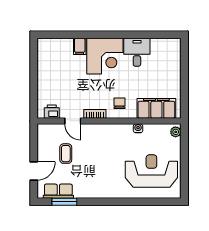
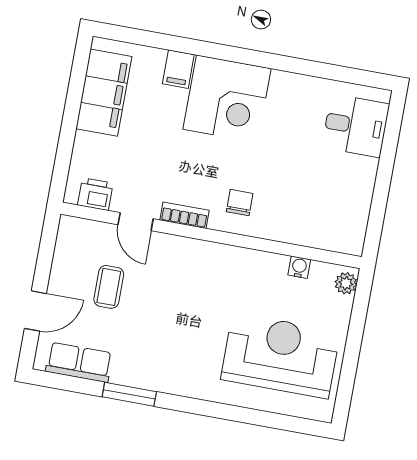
desk: (137, 52) -> (356, 126), moved, turned 90
filing cabinet: (156, 108) -> (104, 93), moved, turned 90
water cooler: (138, 128) -> (299, 267), moved
window: (64, 202) -> (129, 394), moved

